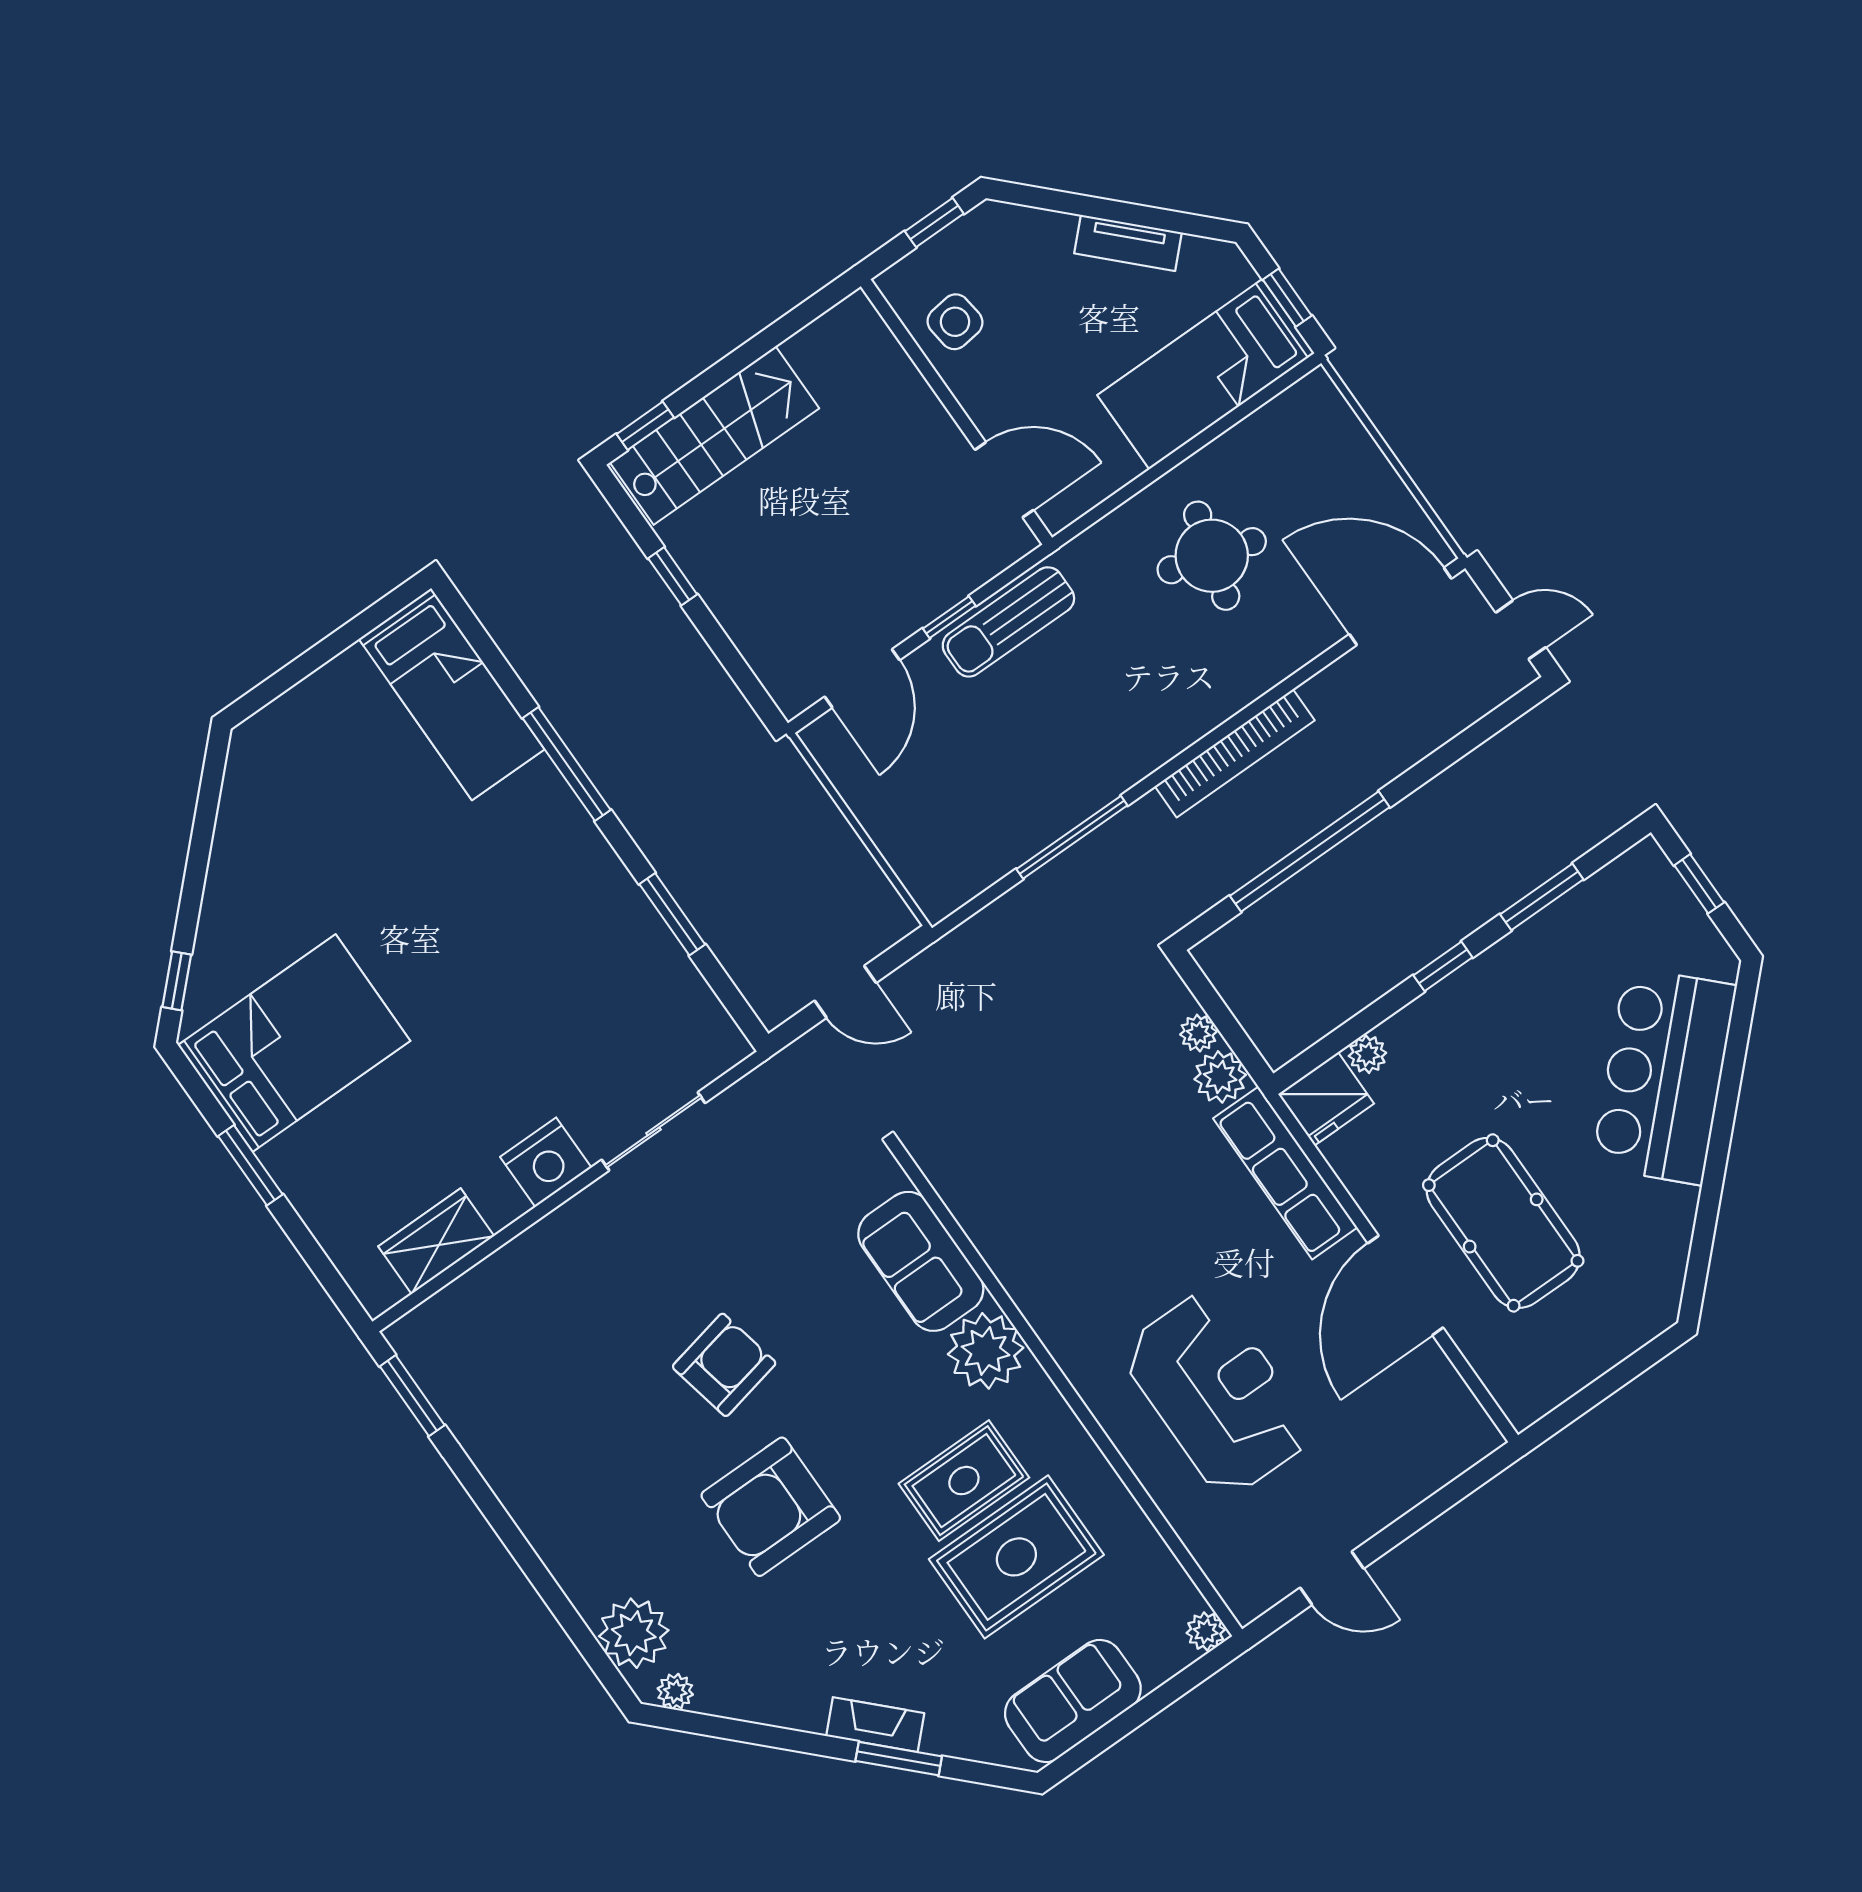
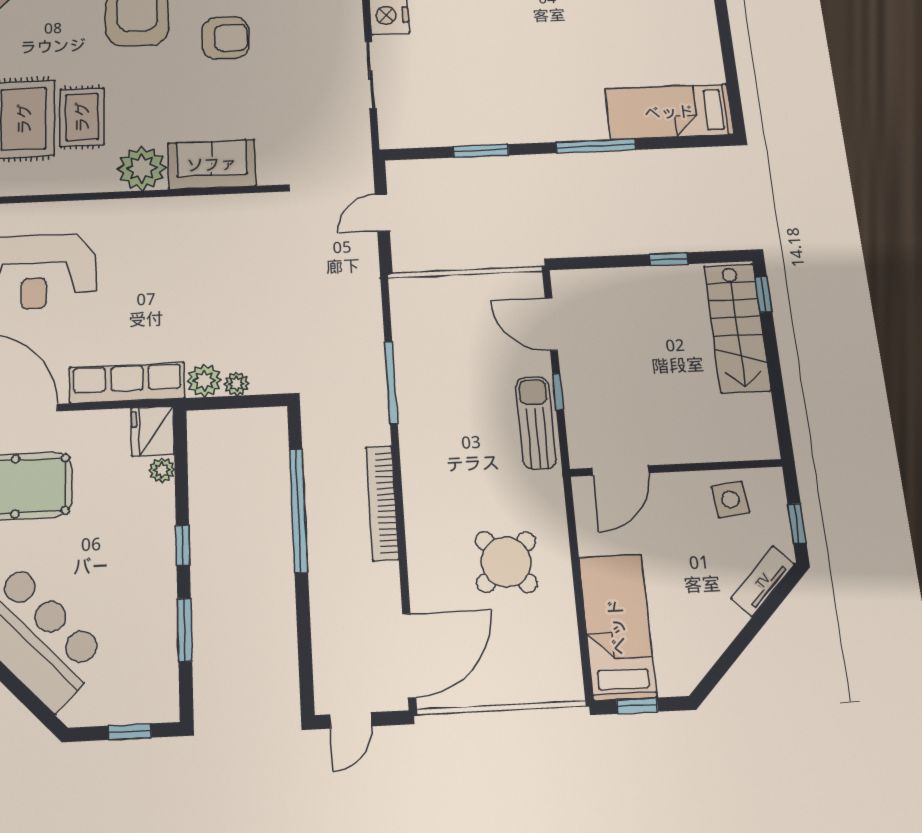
tv unit: (1128, 243) -> (763, 581), moved
round table: (1212, 556) -> (506, 562), turned 32
armchair: (724, 1365) -> (225, 38), turned -78

